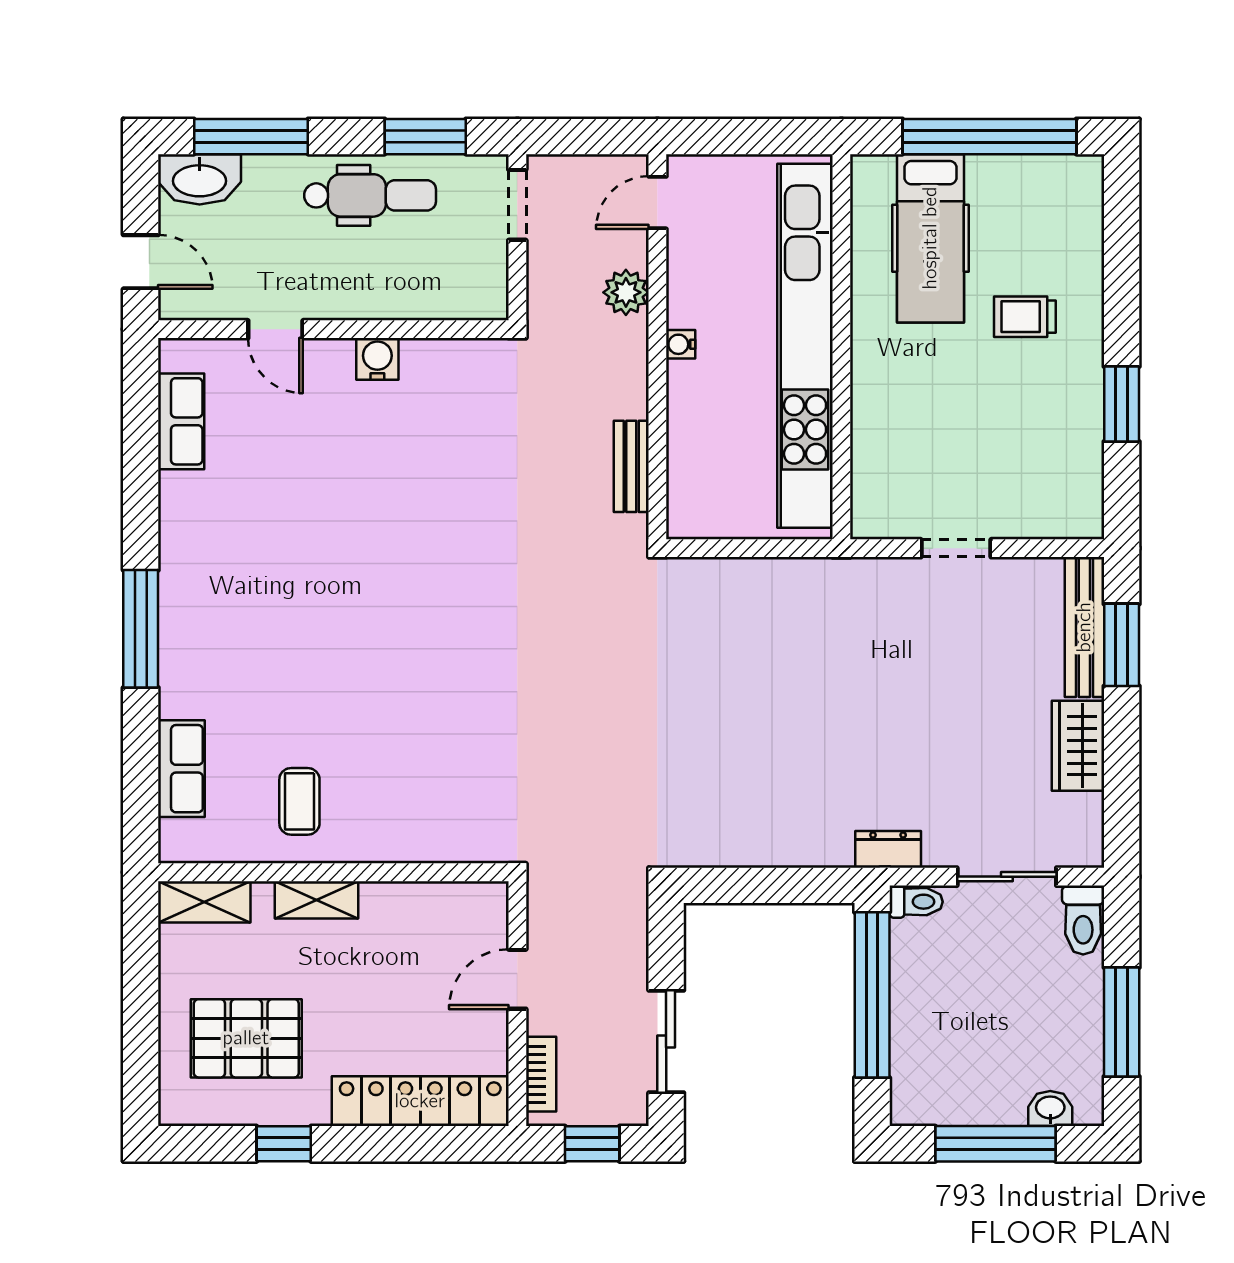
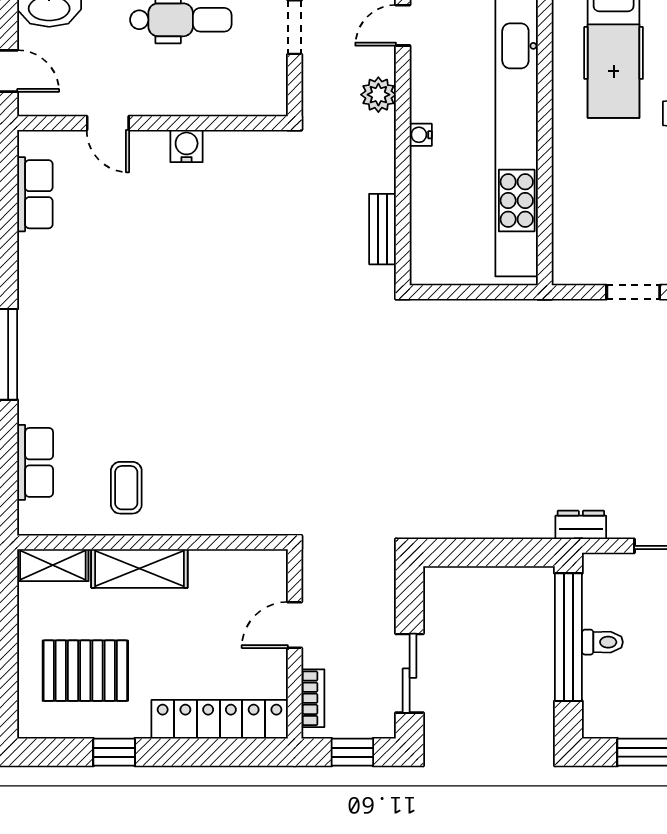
shelving: (316, 900) -> (139, 568), width x1.50, depth x1.33
toilet: (916, 902) -> (602, 642), moved

